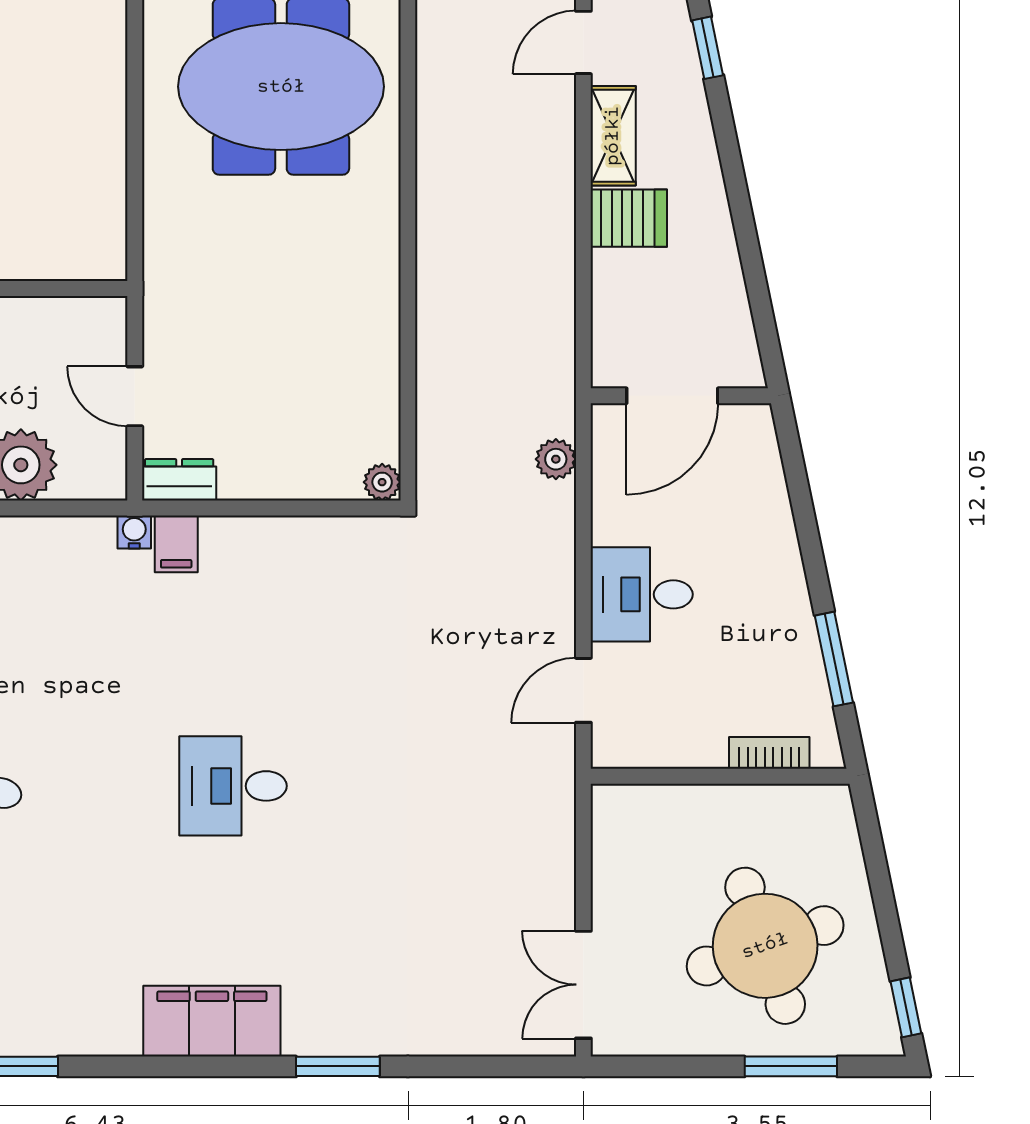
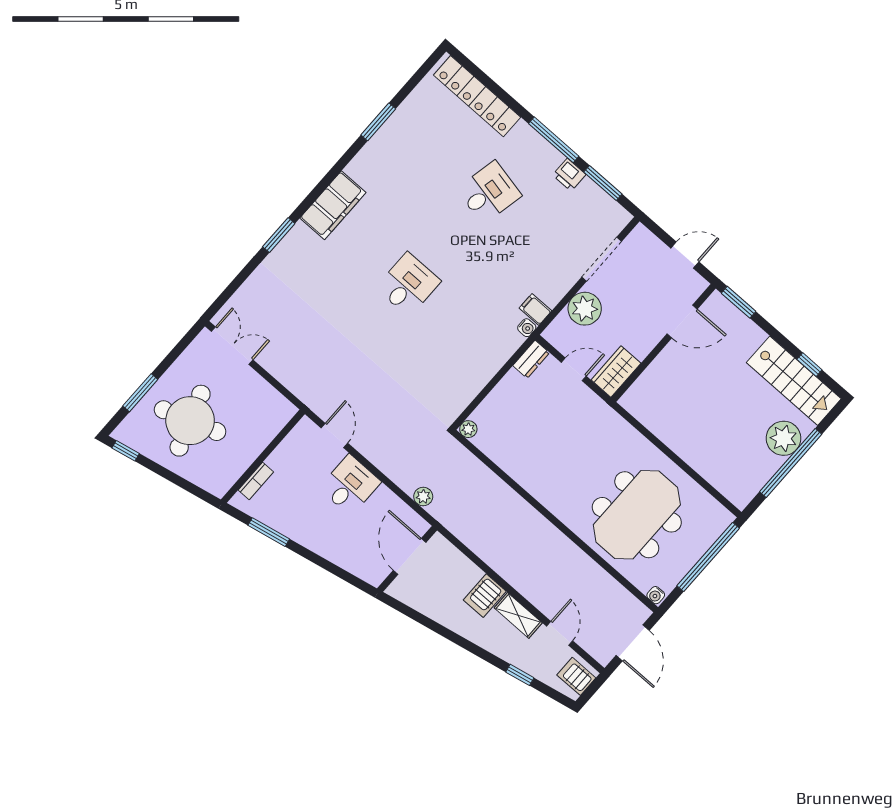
wardrobe: (78, 324) -> (616, 372), added
filing cabinet: (176, 544) -> (535, 309), moved

